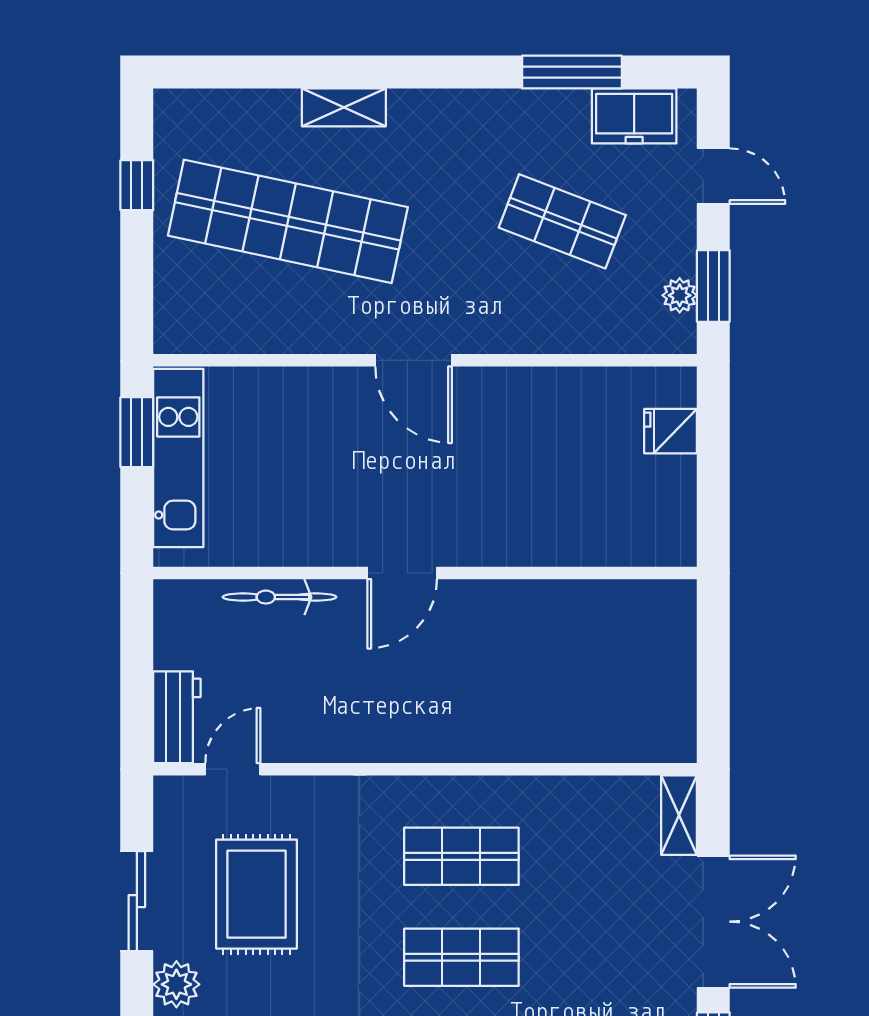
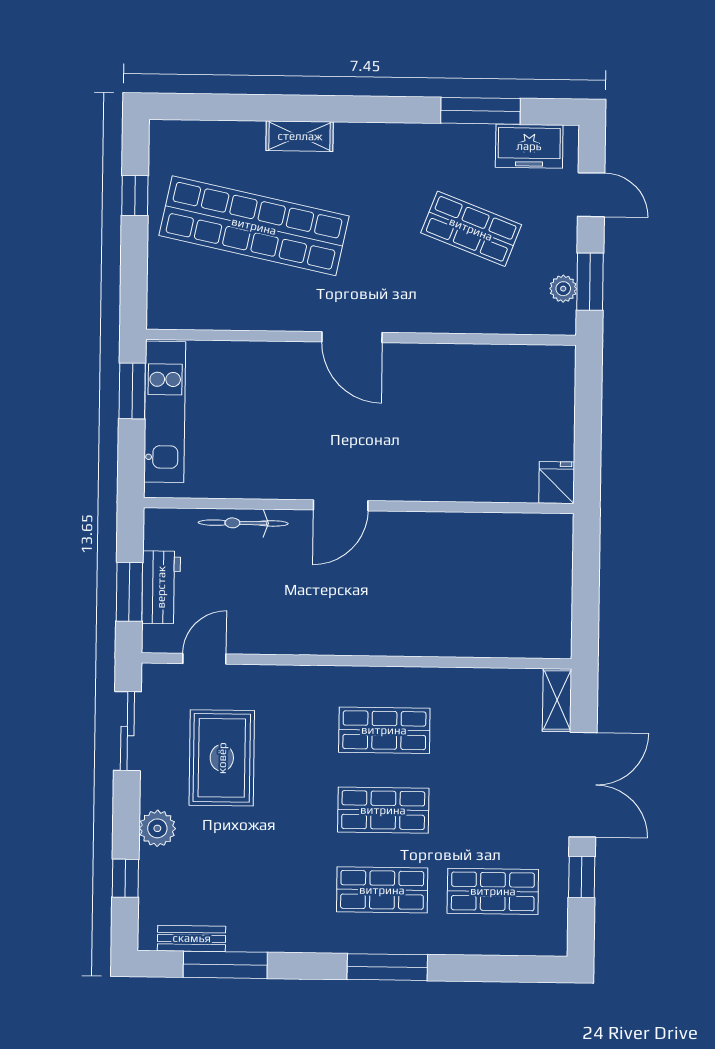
fridge: (671, 431) -> (557, 483), moved, turned 90
window: (137, 686) -> (129, 592), added
workbench: (177, 717) -> (161, 587), moved
sliding door: (137, 901) -> (127, 731), moved

